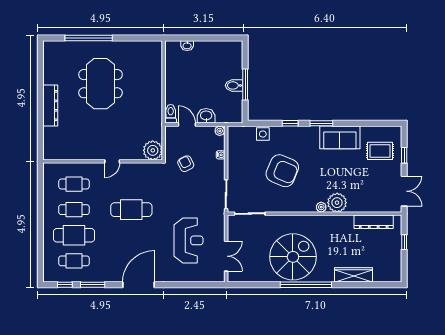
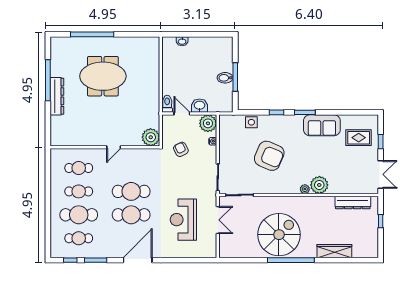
meeting table: (100, 84) -> (103, 76), turned 90
window: (40, 88) -> (48, 80), added
plant: (220, 131) -> (208, 123), width x1.88, depth x1.88
cafe table: (131, 235) -> (131, 215), added
reception desk: (189, 240) -> (183, 220), turned 180
double door: (226, 256) -> (218, 220), moved

